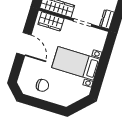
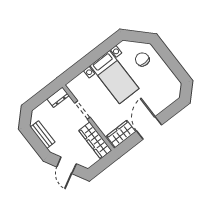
wardrobe: (51, 21) -> (121, 134), moved, turned -90
chair: (42, 85) -> (142, 59), moved

